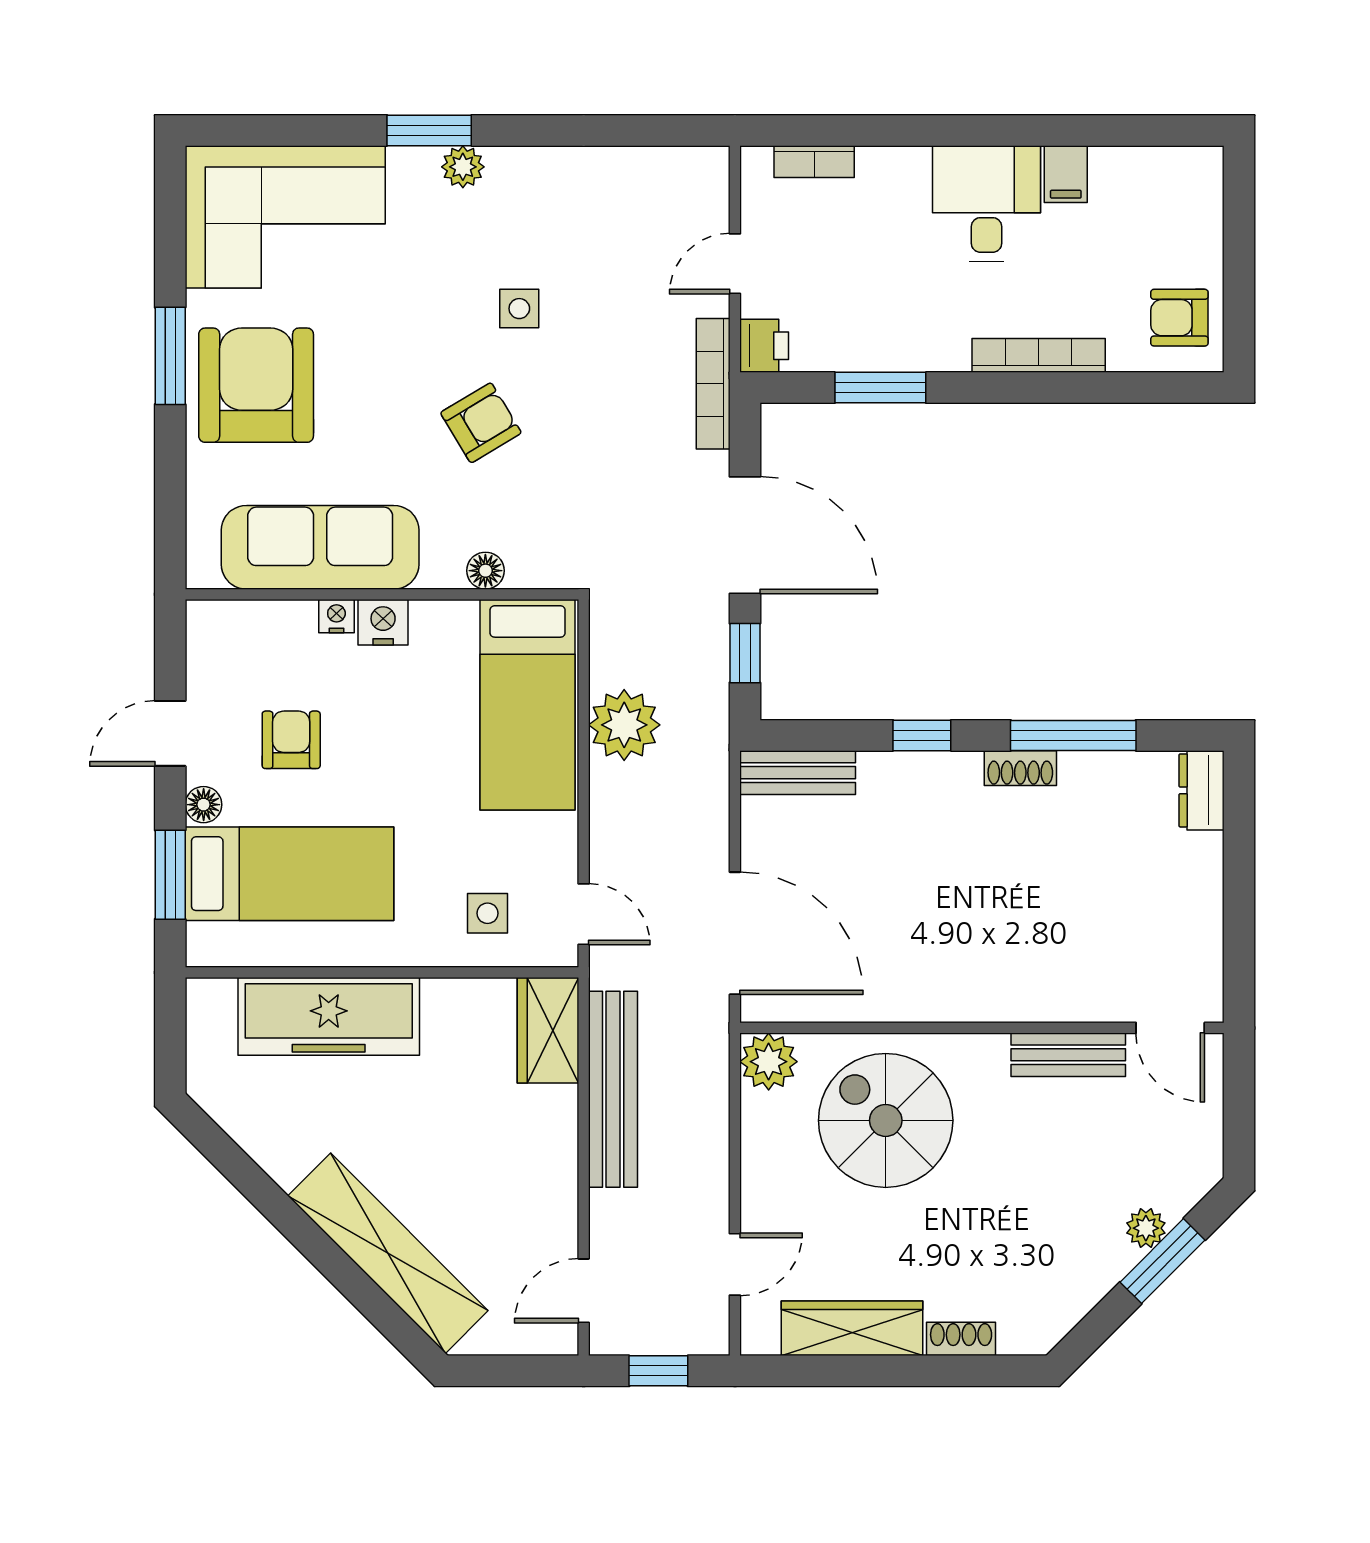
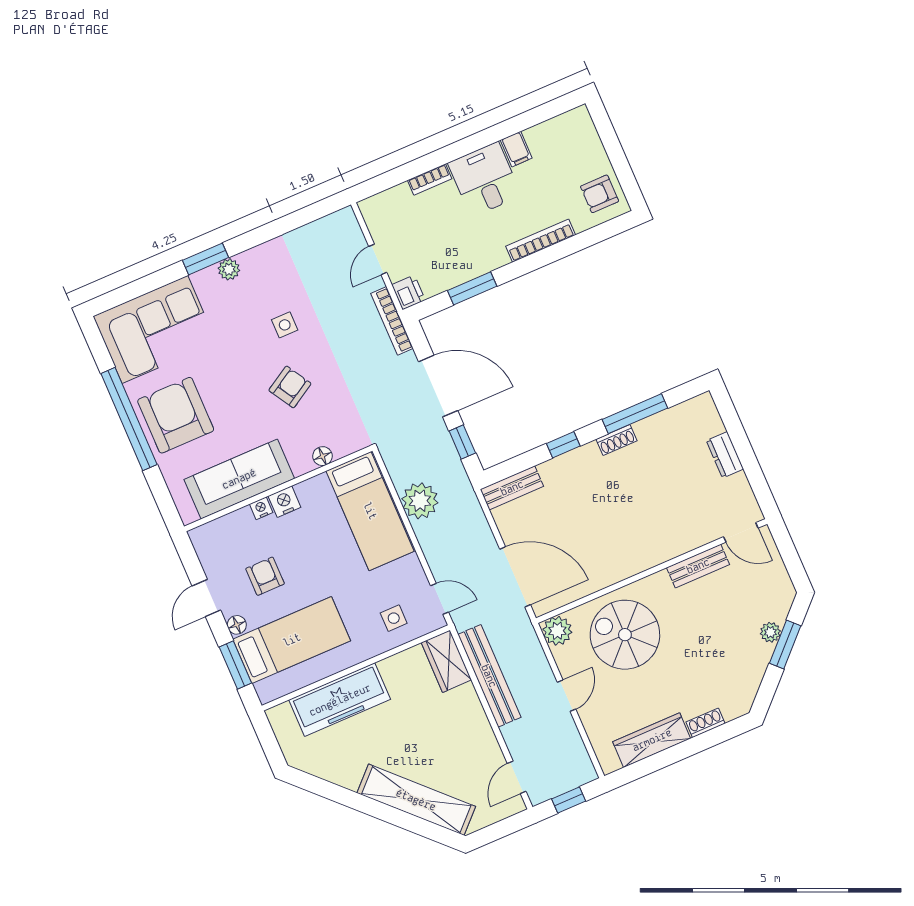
bookcase: (814, 162) -> (430, 179), moved
window: (170, 356) -> (129, 419), width x2.11
dresser: (1202, 790) -> (725, 455), moved
door: (735, 1264) -> (566, 696), moved

